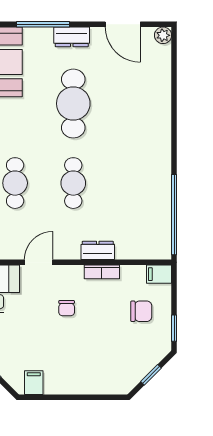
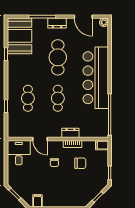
bar counter: (147, 143) -> (96, 78), added
door: (39, 262) -> (40, 139), swing flipped
chair: (141, 311) -> (80, 163), moved

